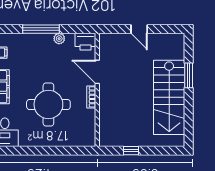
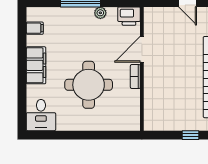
door: (97, 72) -> (142, 49), hinge flipped
window: (131, 151) -> (191, 135), moved

